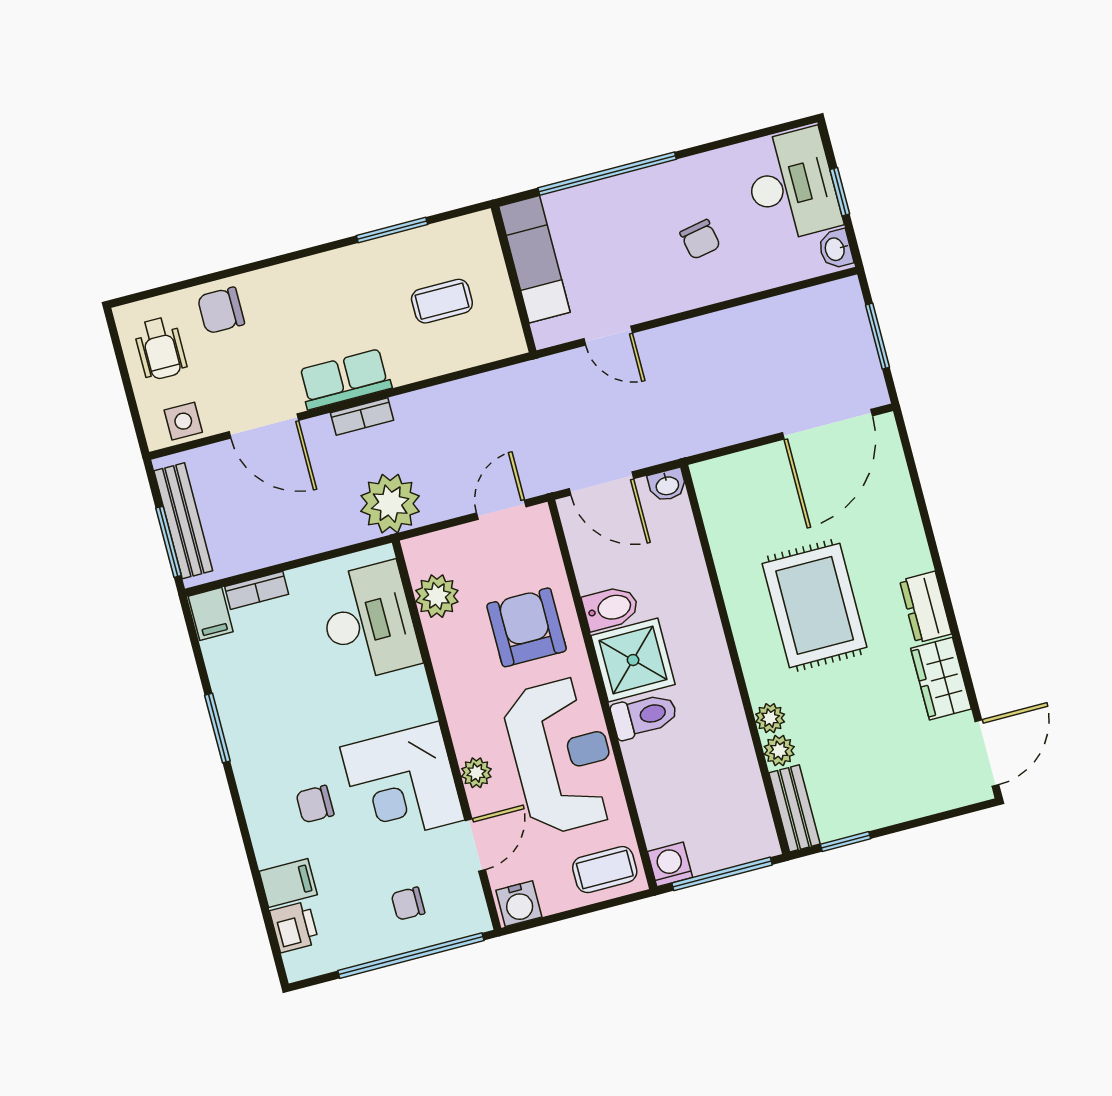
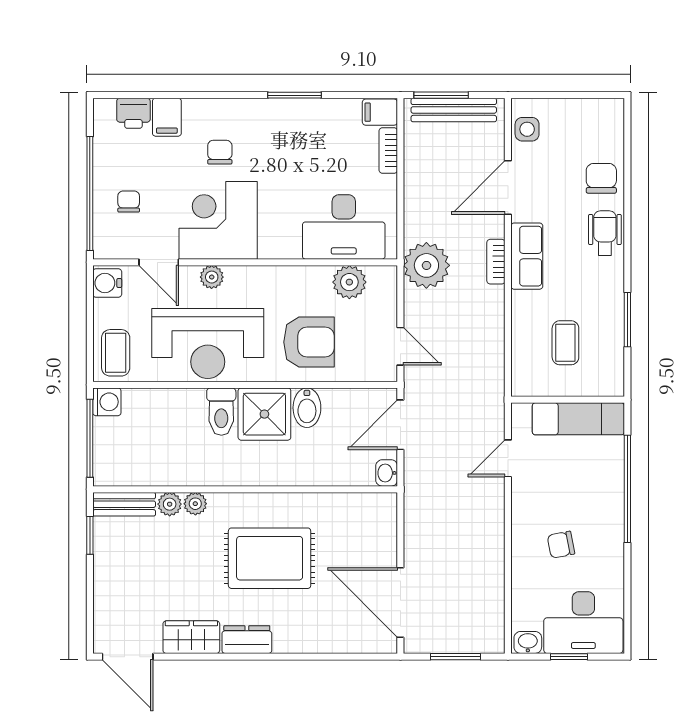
wheelchair: (160, 348) -> (605, 233), moved, turned 90

